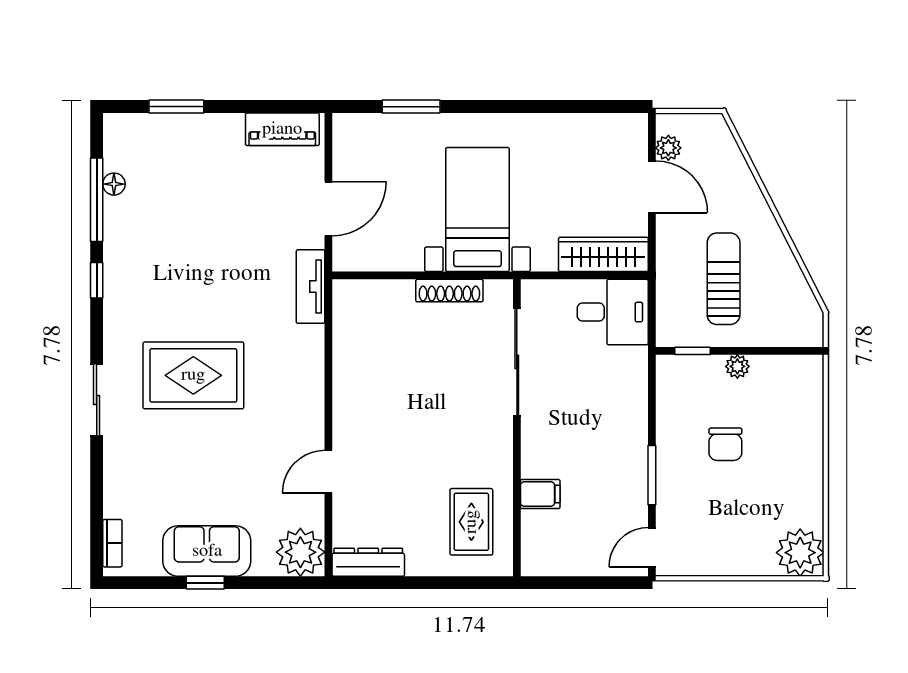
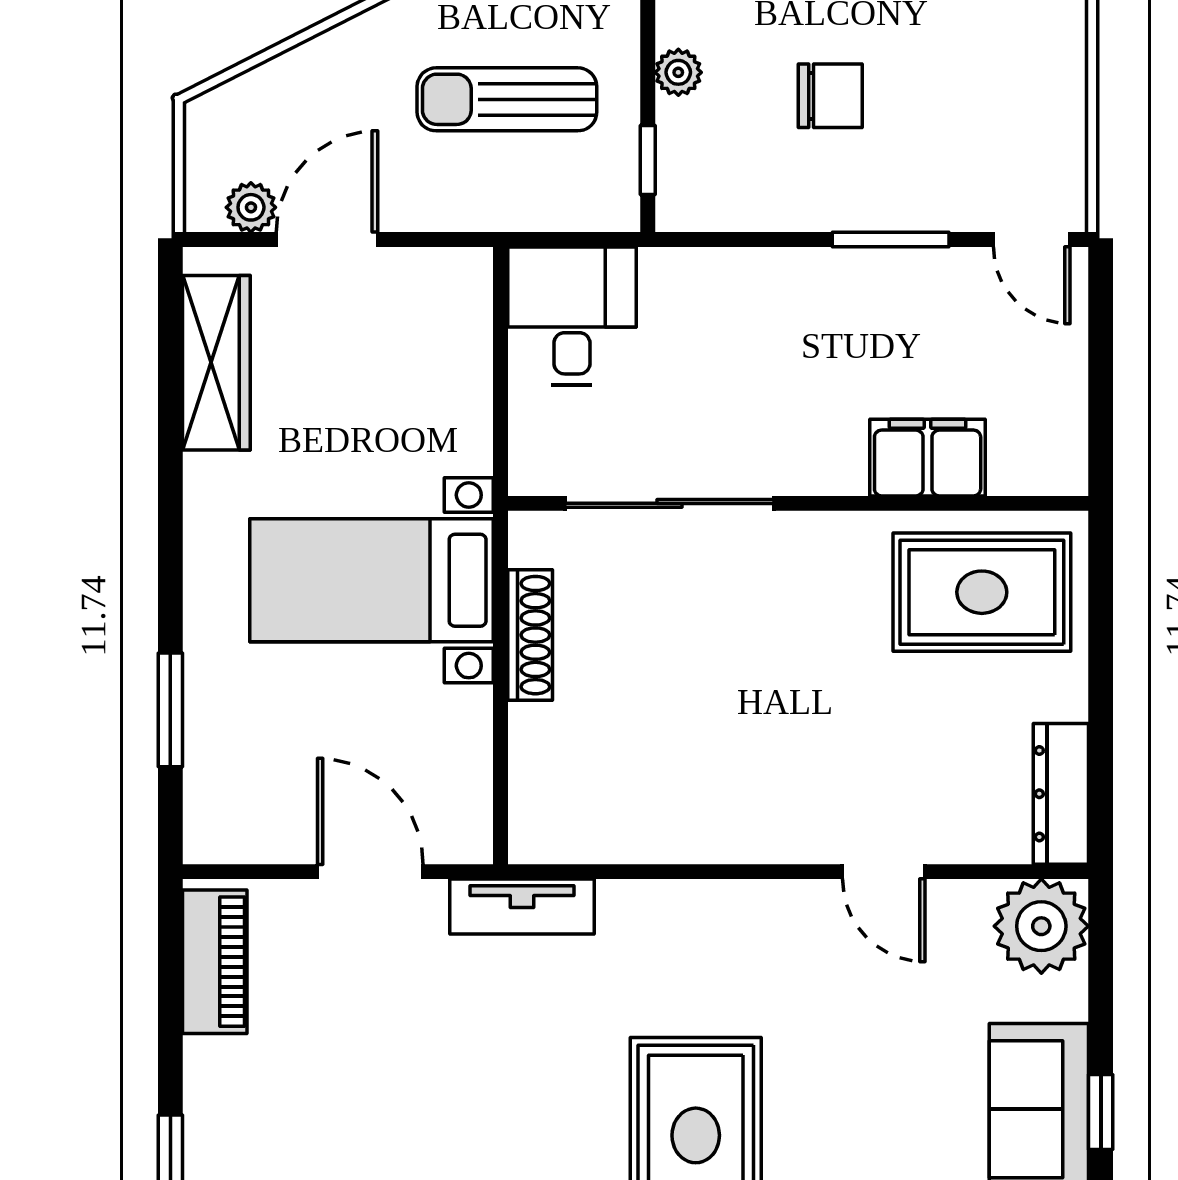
wardrobe: (603, 254) -> (216, 363), moved, turned 180
filing cabinet: (540, 494) -> (928, 458), width x2.00
rug: (471, 522) -> (982, 592), width x1.36, depth x1.43

